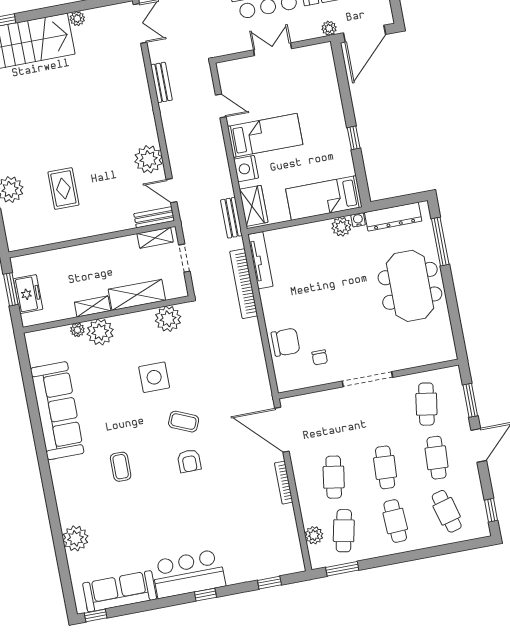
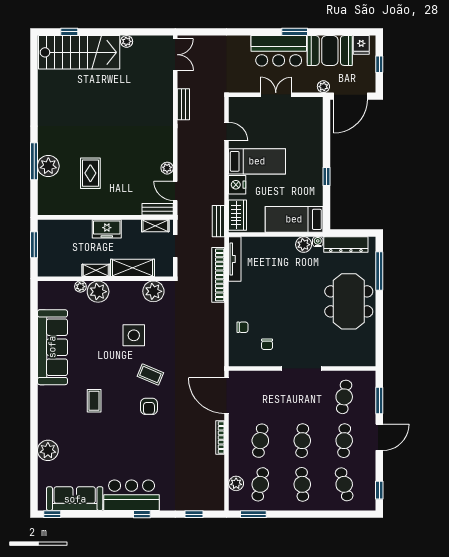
plant: (148, 159) -> (167, 168), width x0.53, depth x0.53
freezer: (28, 294) -> (107, 229), moved, turned 90
chair: (286, 342) -> (242, 327), width x0.54, depth x0.54

